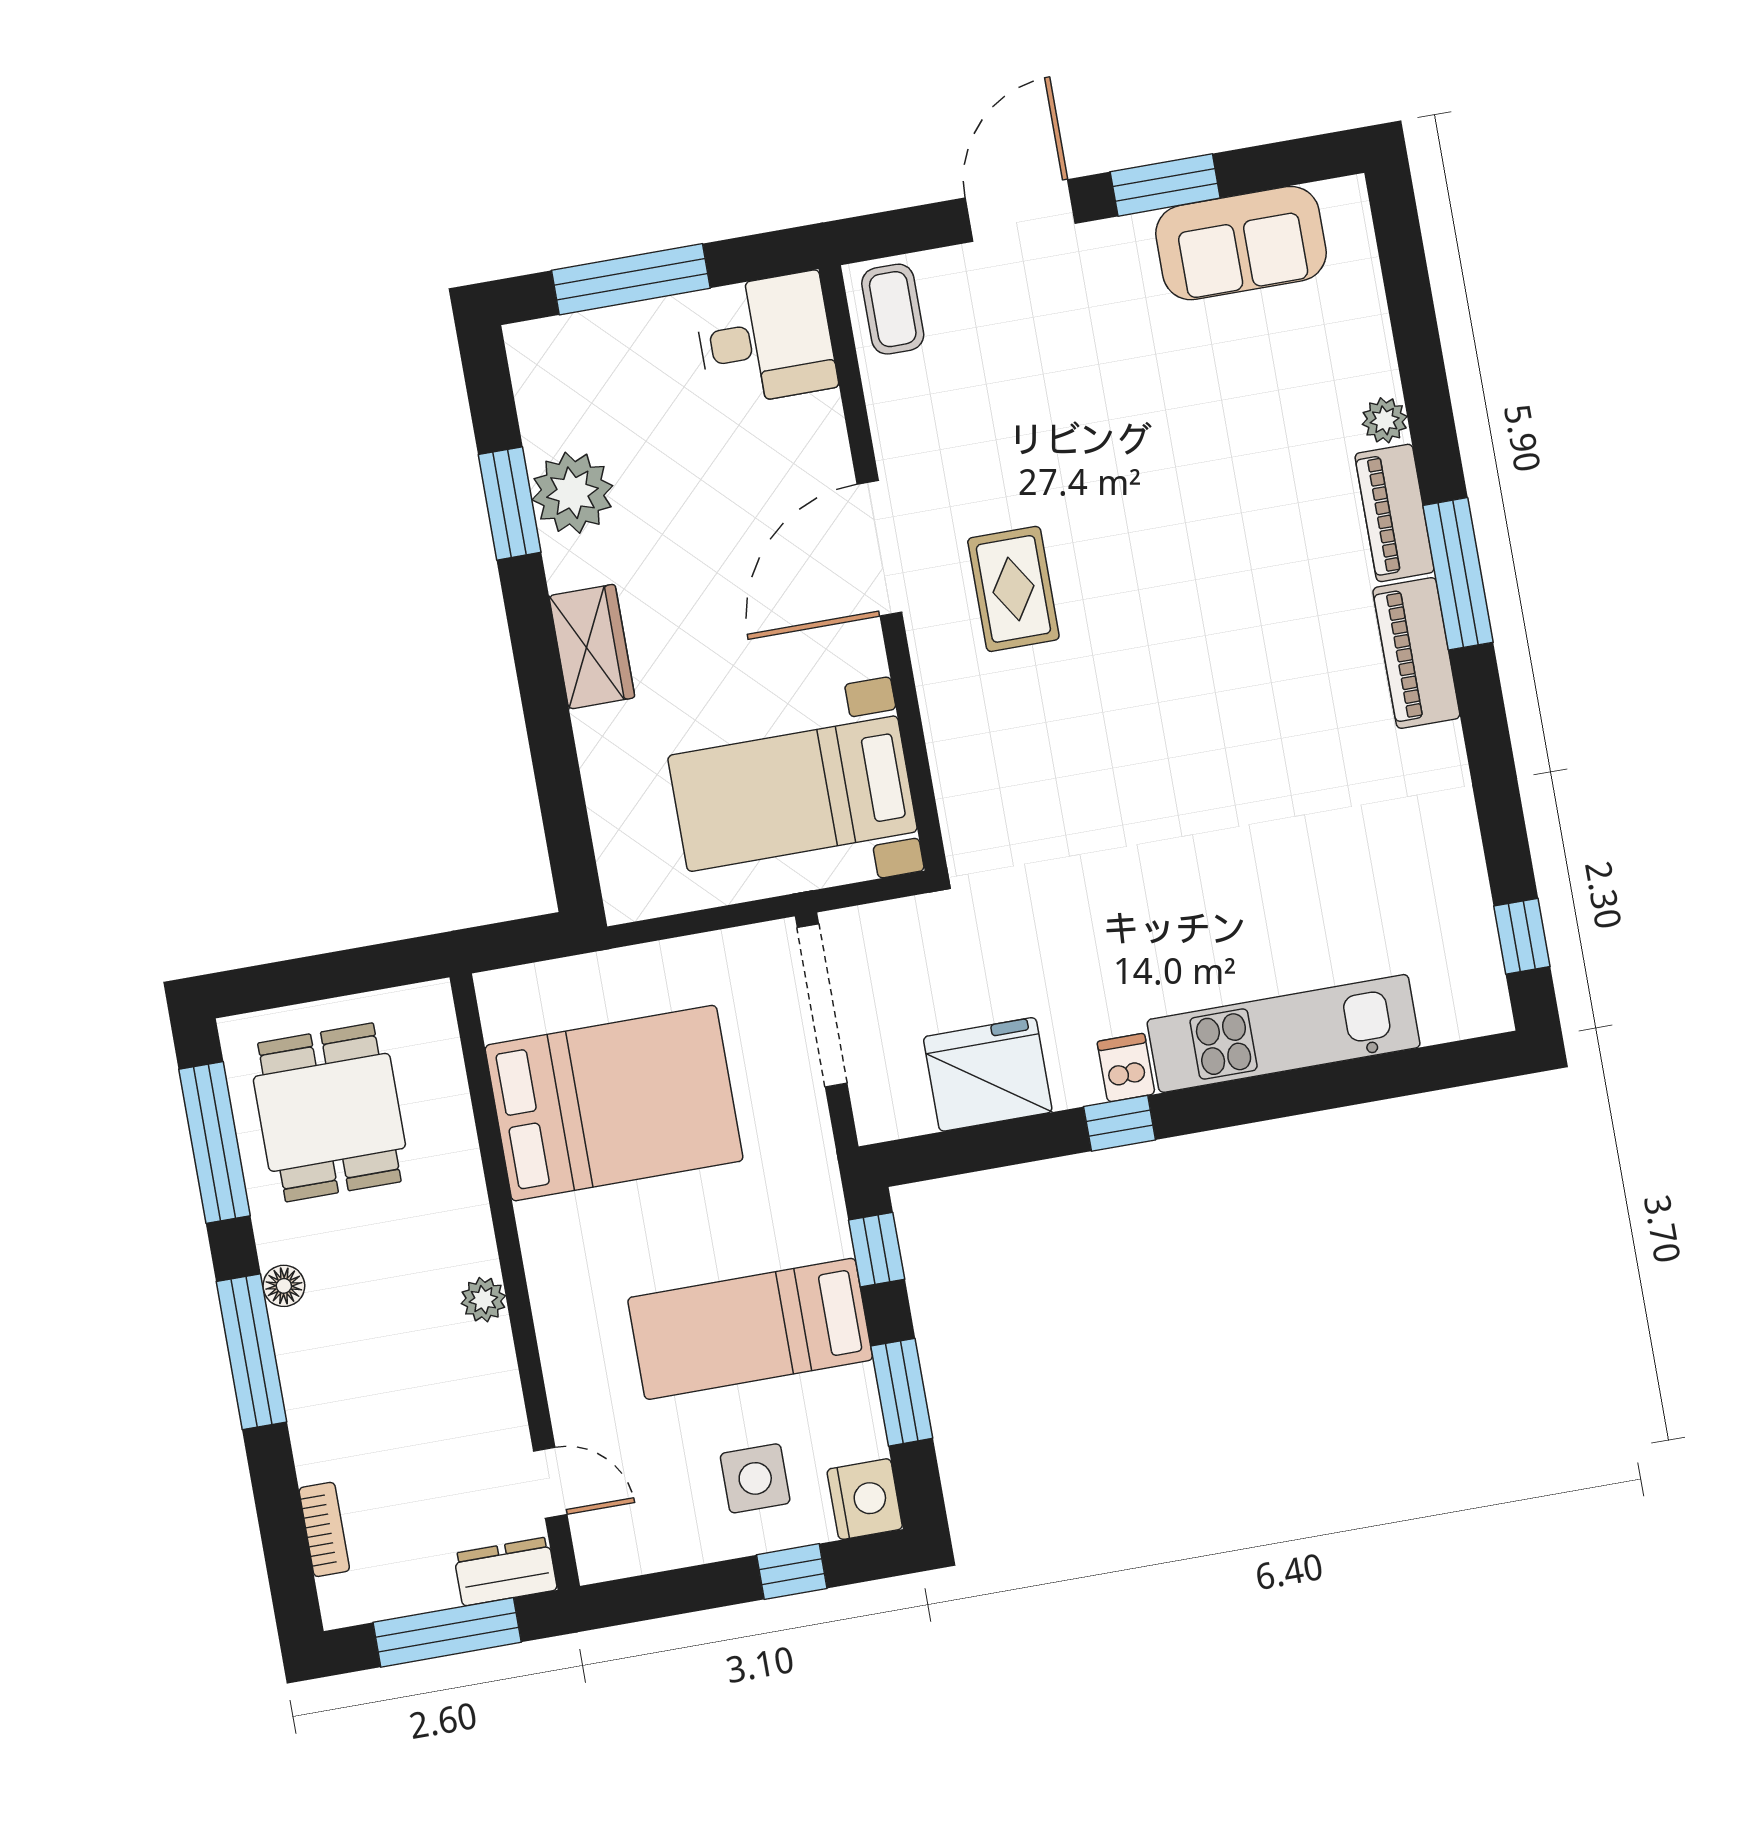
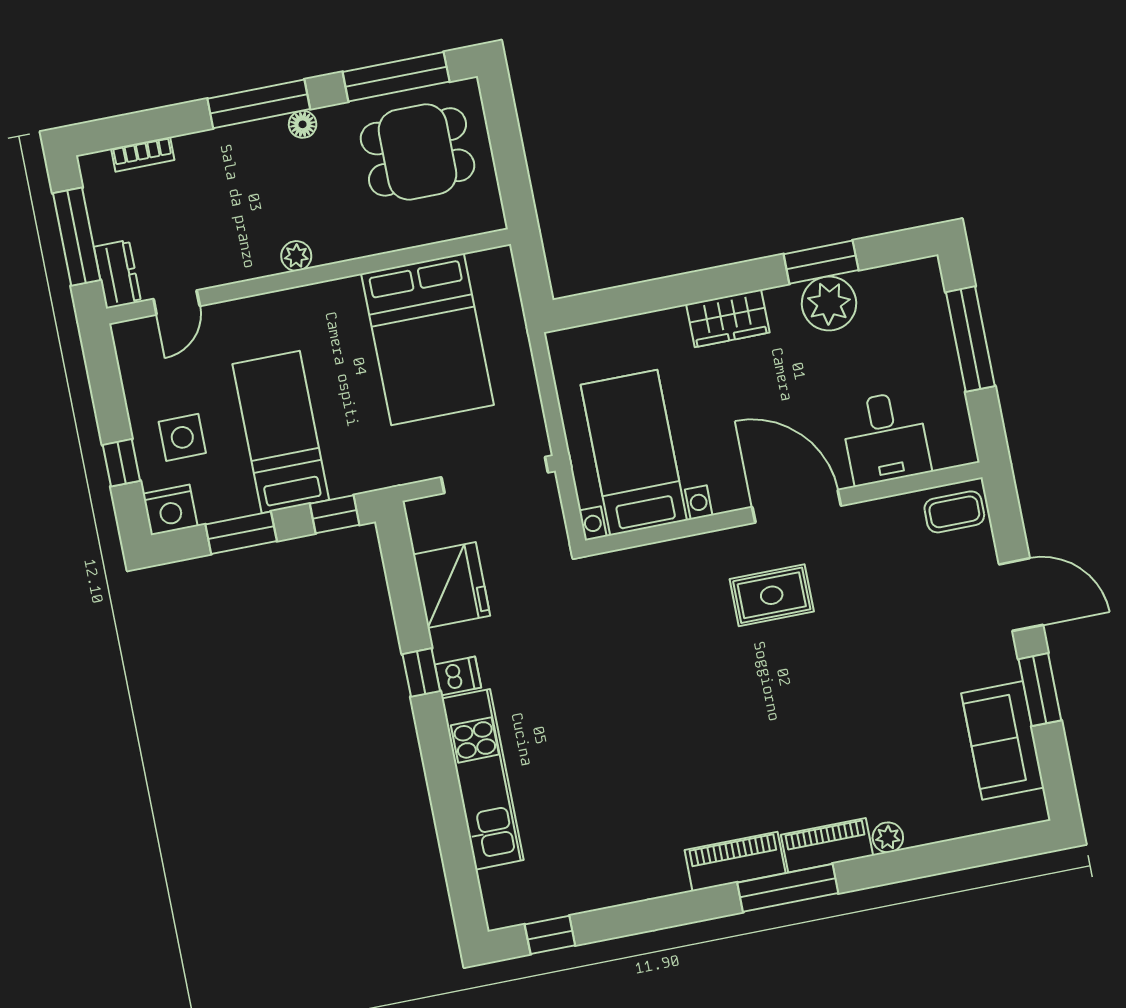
desk: (765, 339) -> (885, 438), moved

